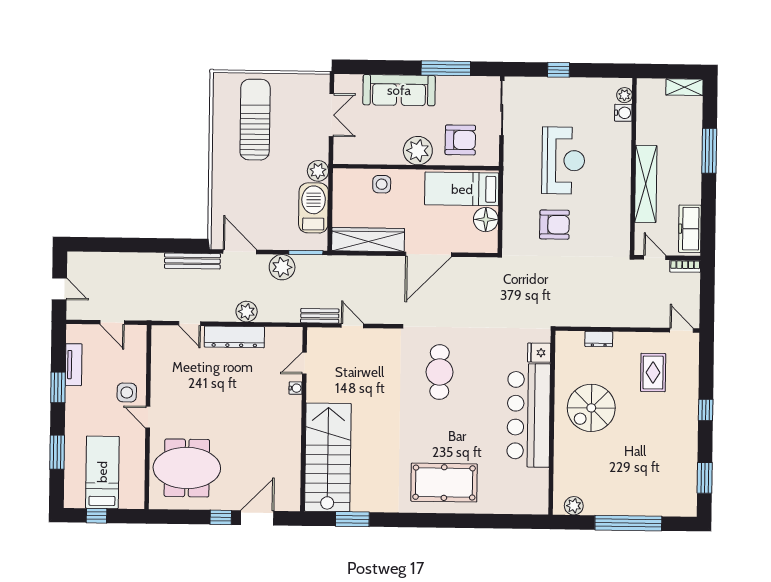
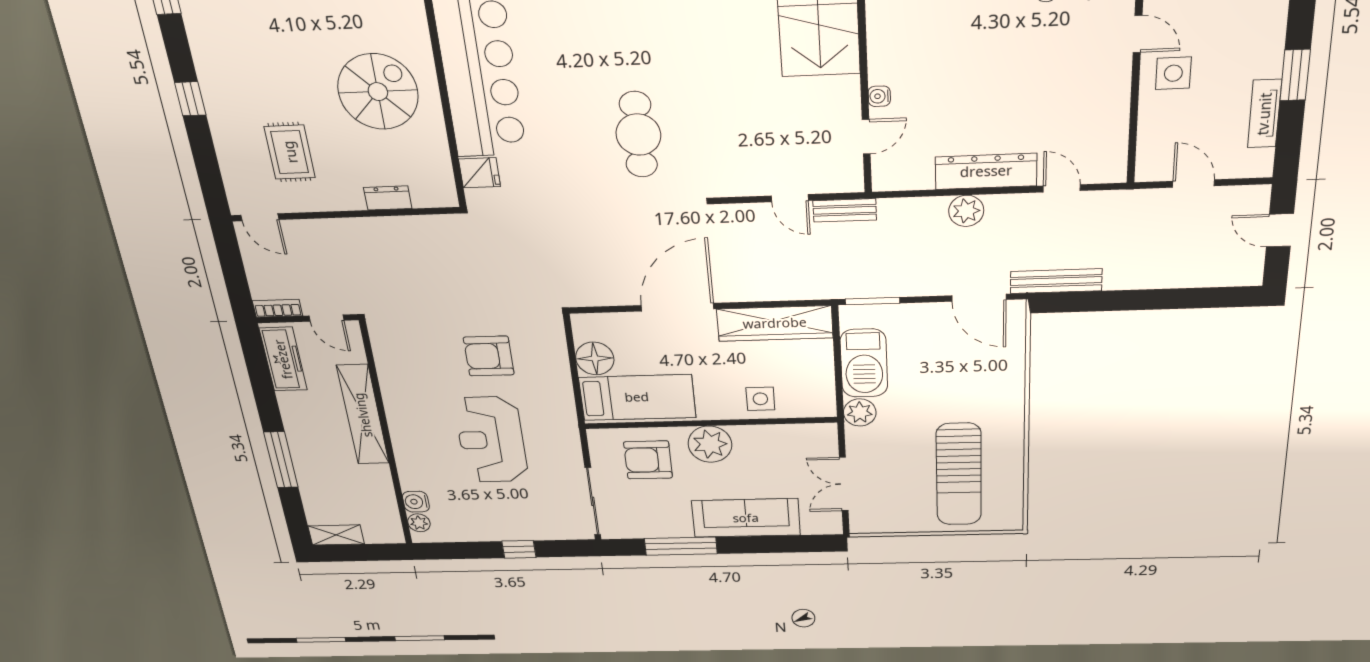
plant: (282, 267) -> (910, 279), removed

